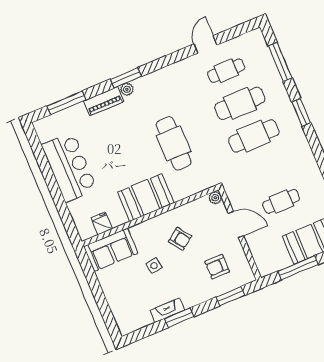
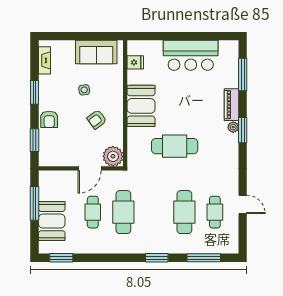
cafe table: (254, 136) -> (123, 212), moved
plant: (215, 198) -> (113, 156), width x1.88, depth x1.88
sofa: (111, 250) -> (96, 52), moved, turned -90
armchair: (217, 267) -> (49, 119), moved, turned 180
fireplace: (167, 310) -> (44, 60), moved

